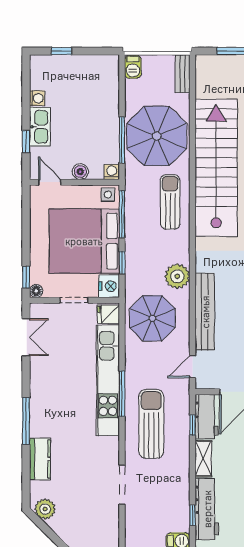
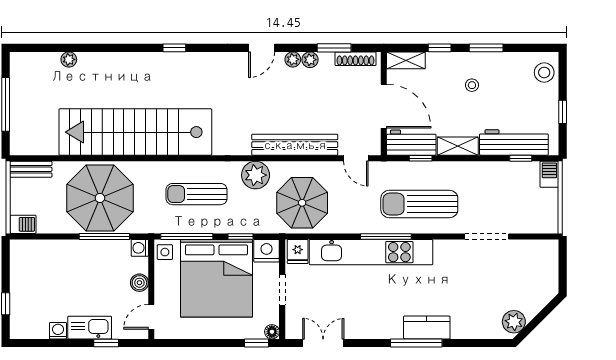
sun lounger: (170, 202) -> (197, 194), moved
kitchen counter: (40, 459) -> (427, 327), moved

